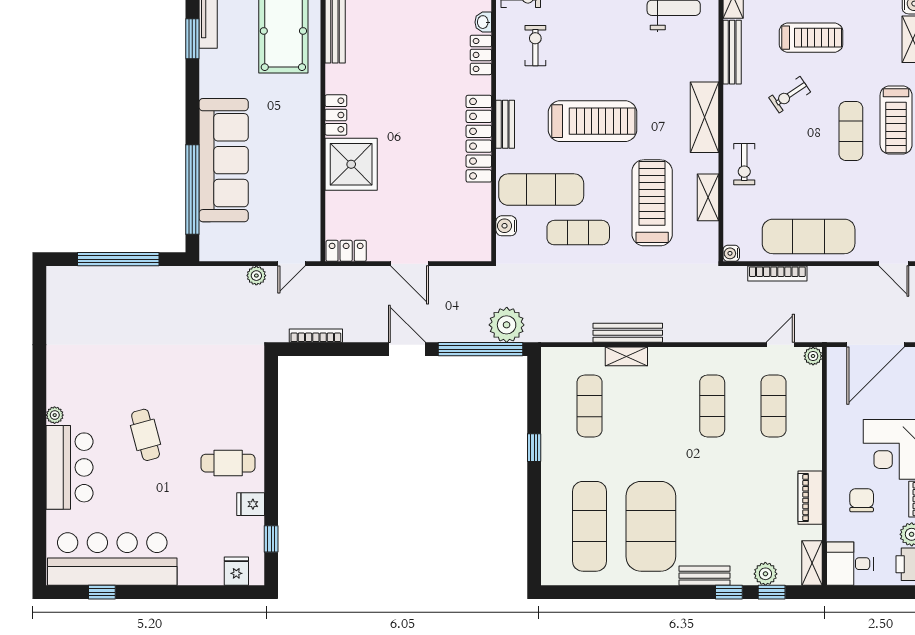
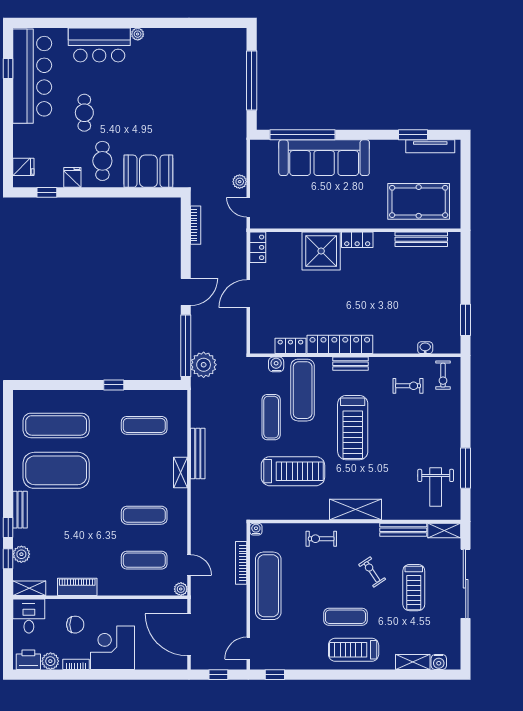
locker: (481, 55) -> (290, 346), moved
shelving: (708, 197) -> (297, 512), removed
shelving: (626, 356) -> (180, 473), moved
booth: (242, 400) -> (148, 171), added
cafe table: (146, 435) -> (84, 113), moved, turned -75

